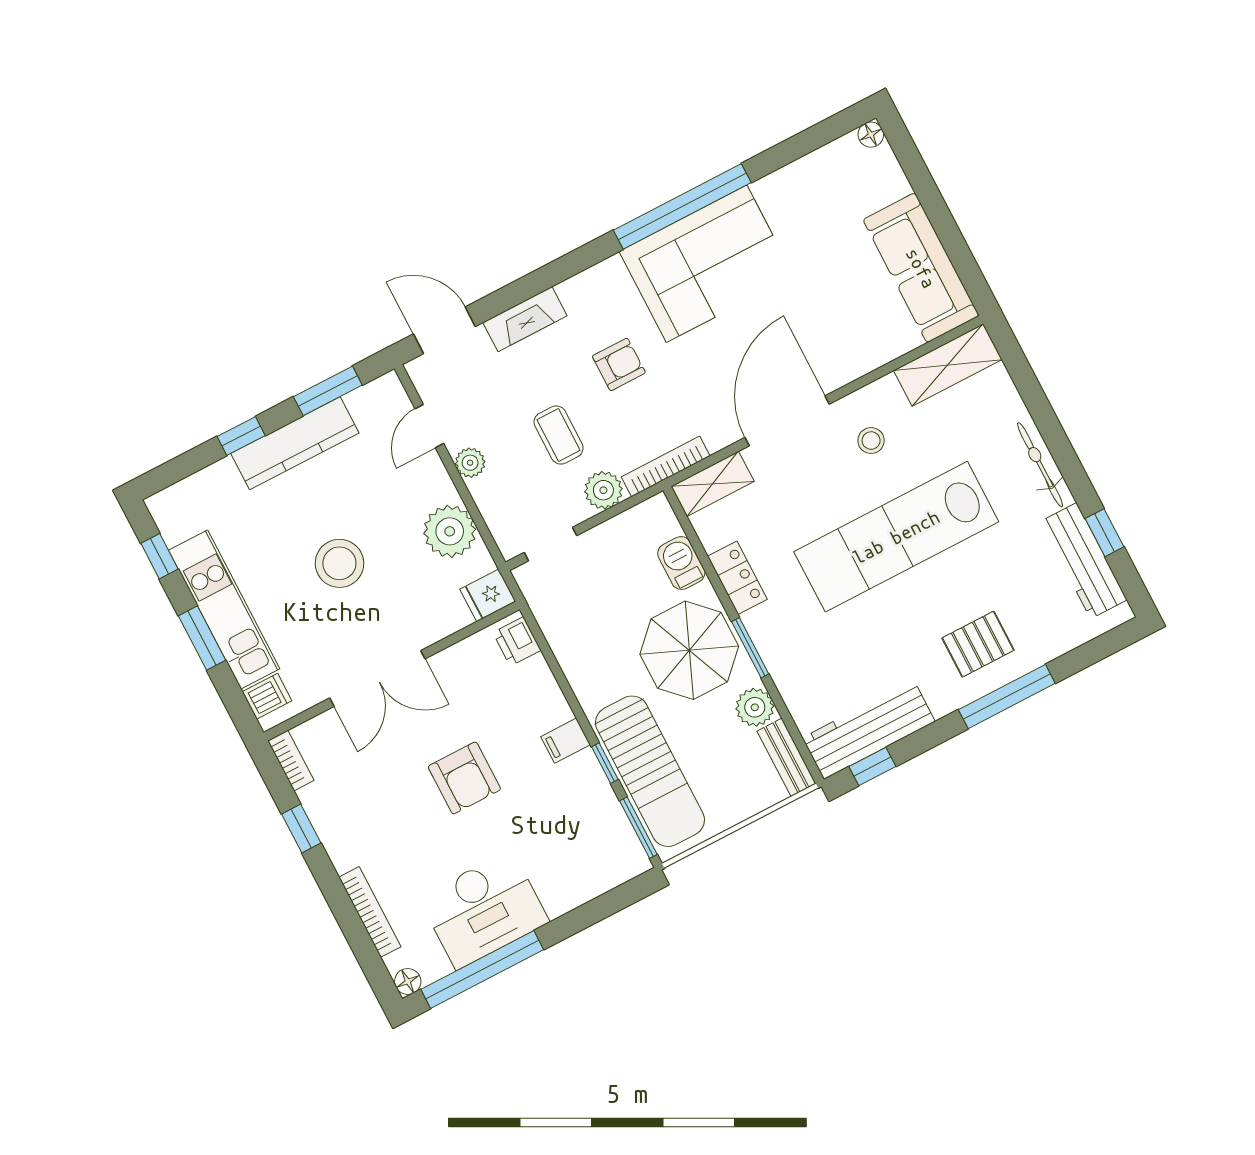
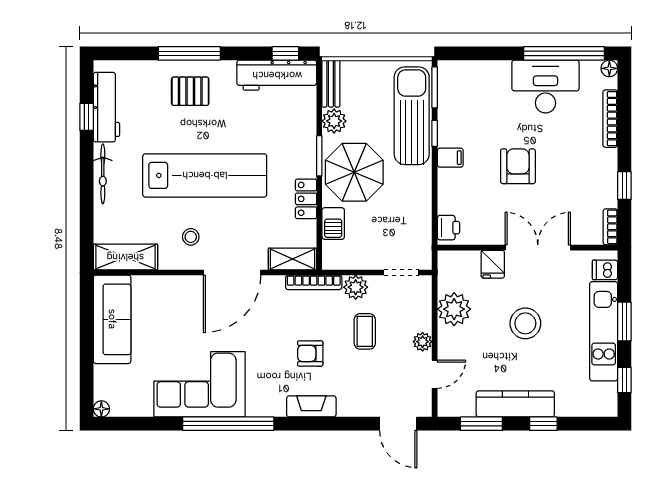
corner sofa: (707, 264) -> (200, 384), moved
fireplace: (525, 319) -> (311, 406), moved
fridge: (488, 595) -> (493, 264), moved, turned 90

